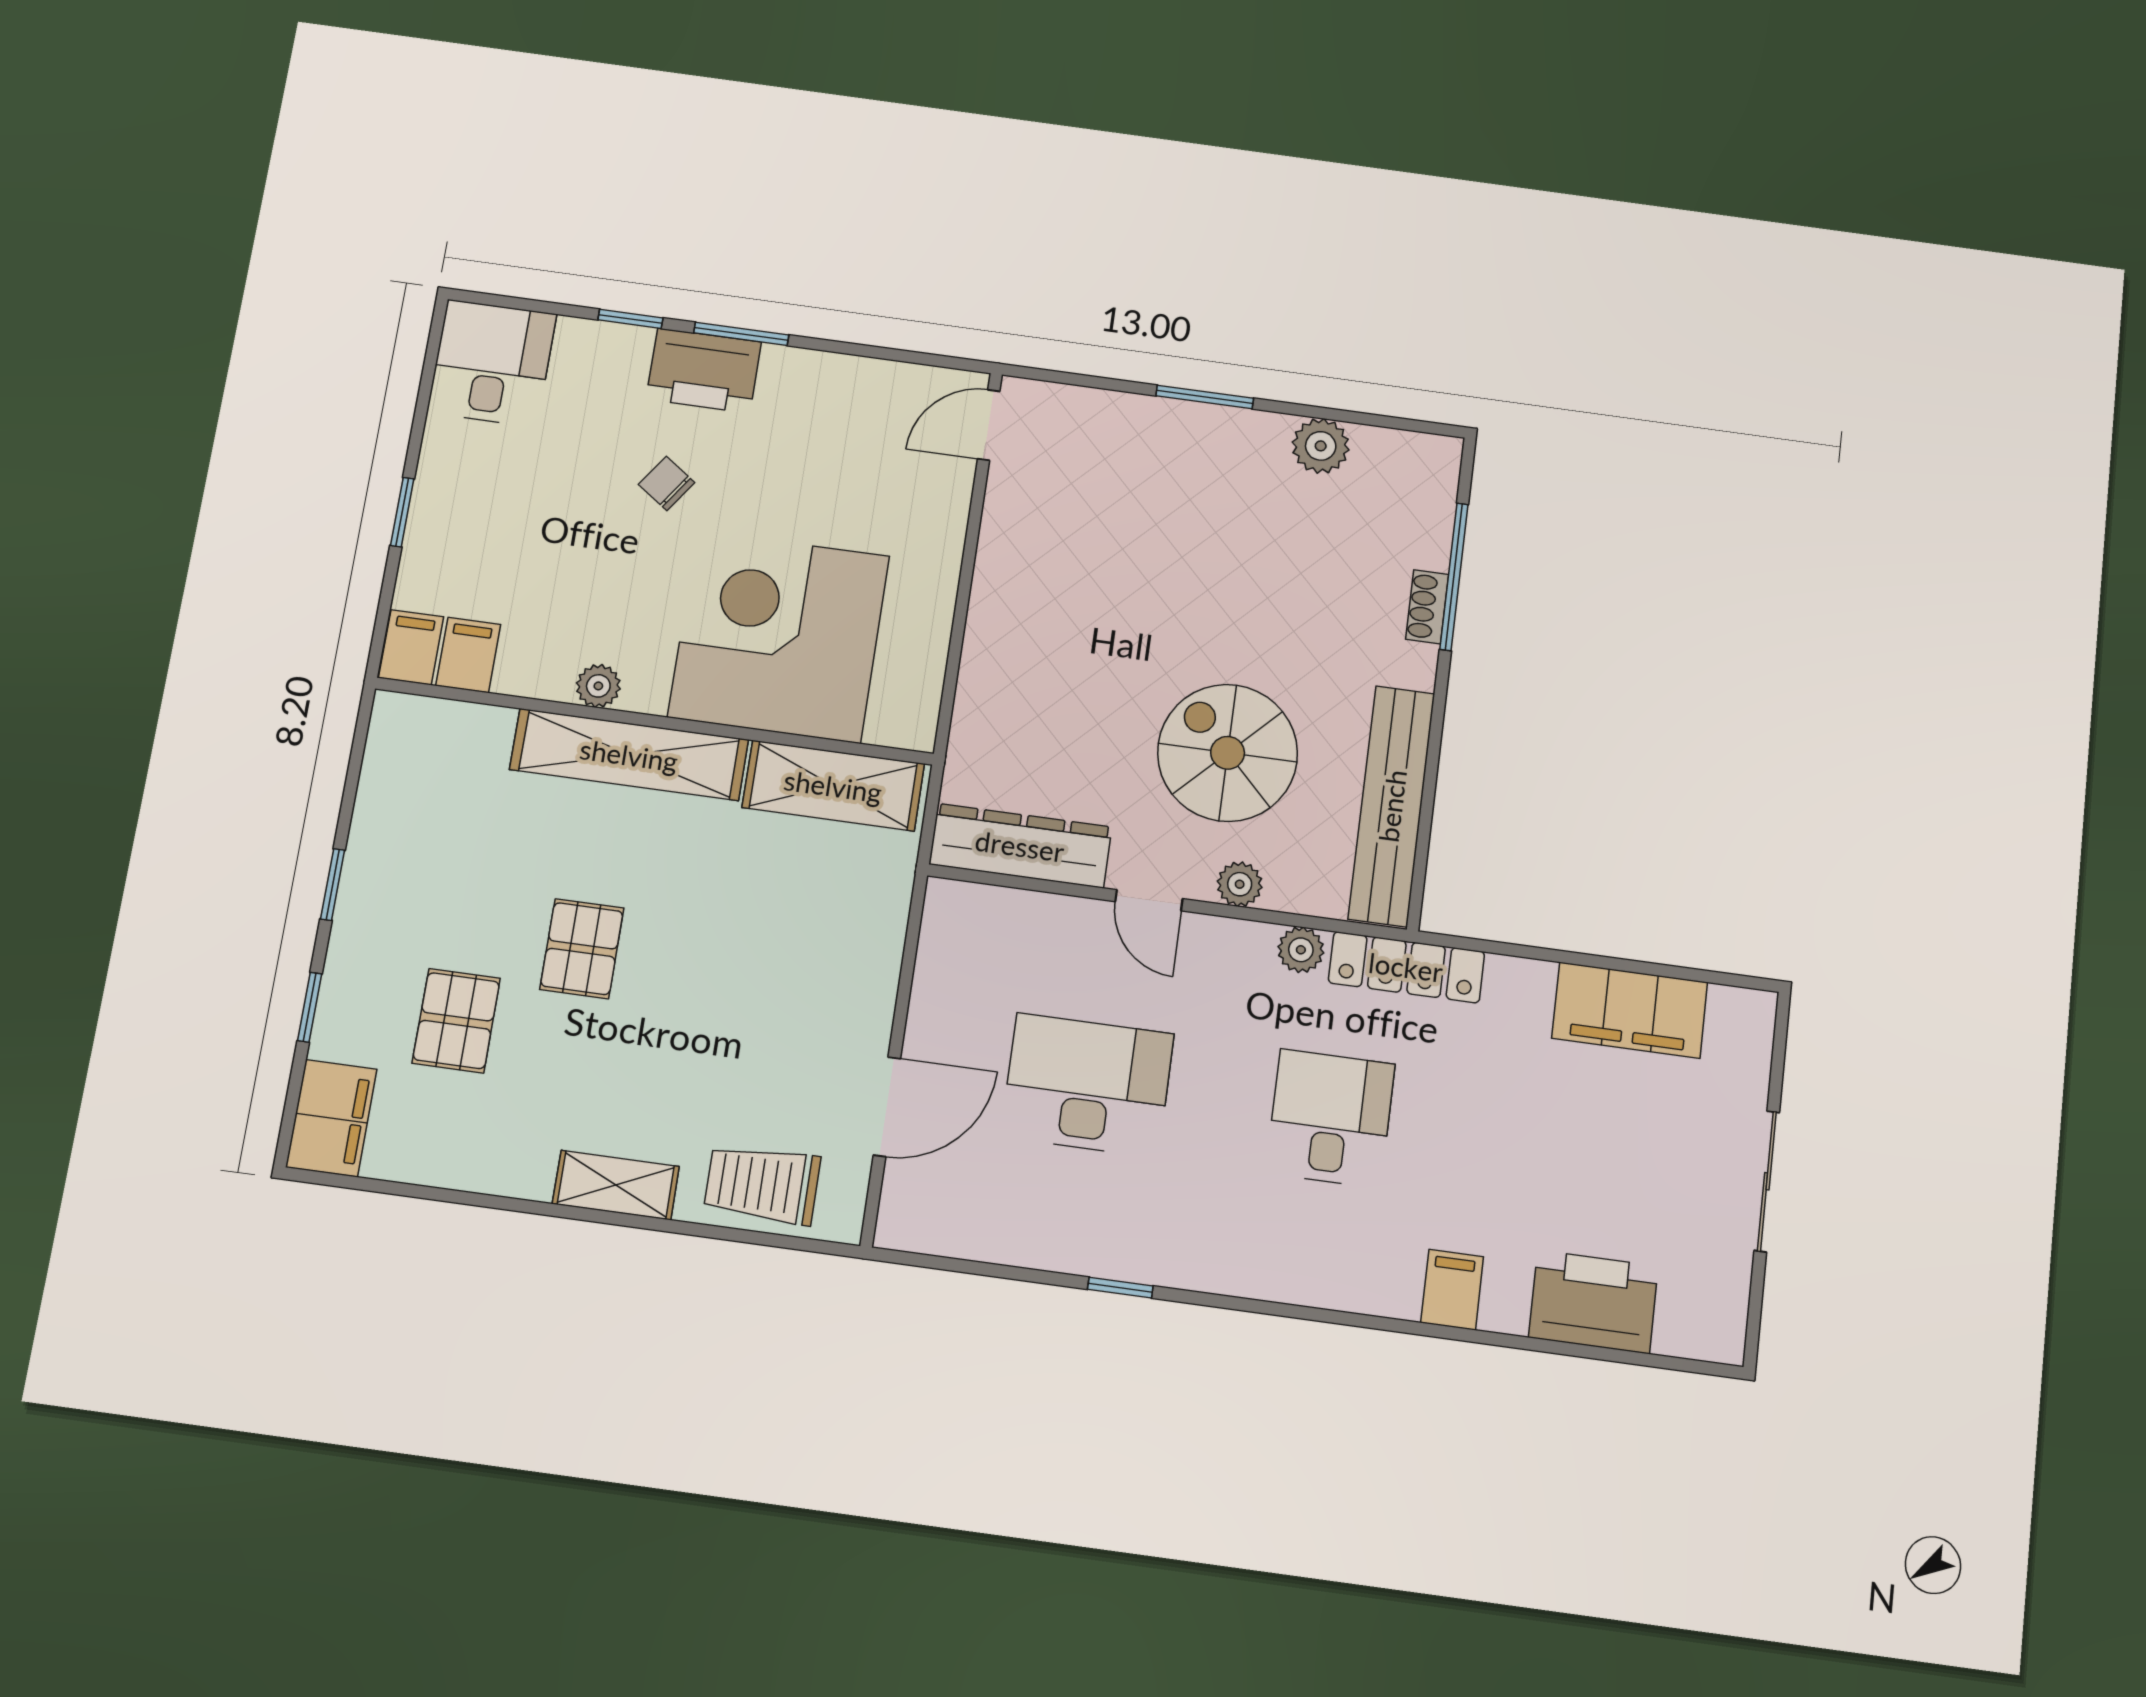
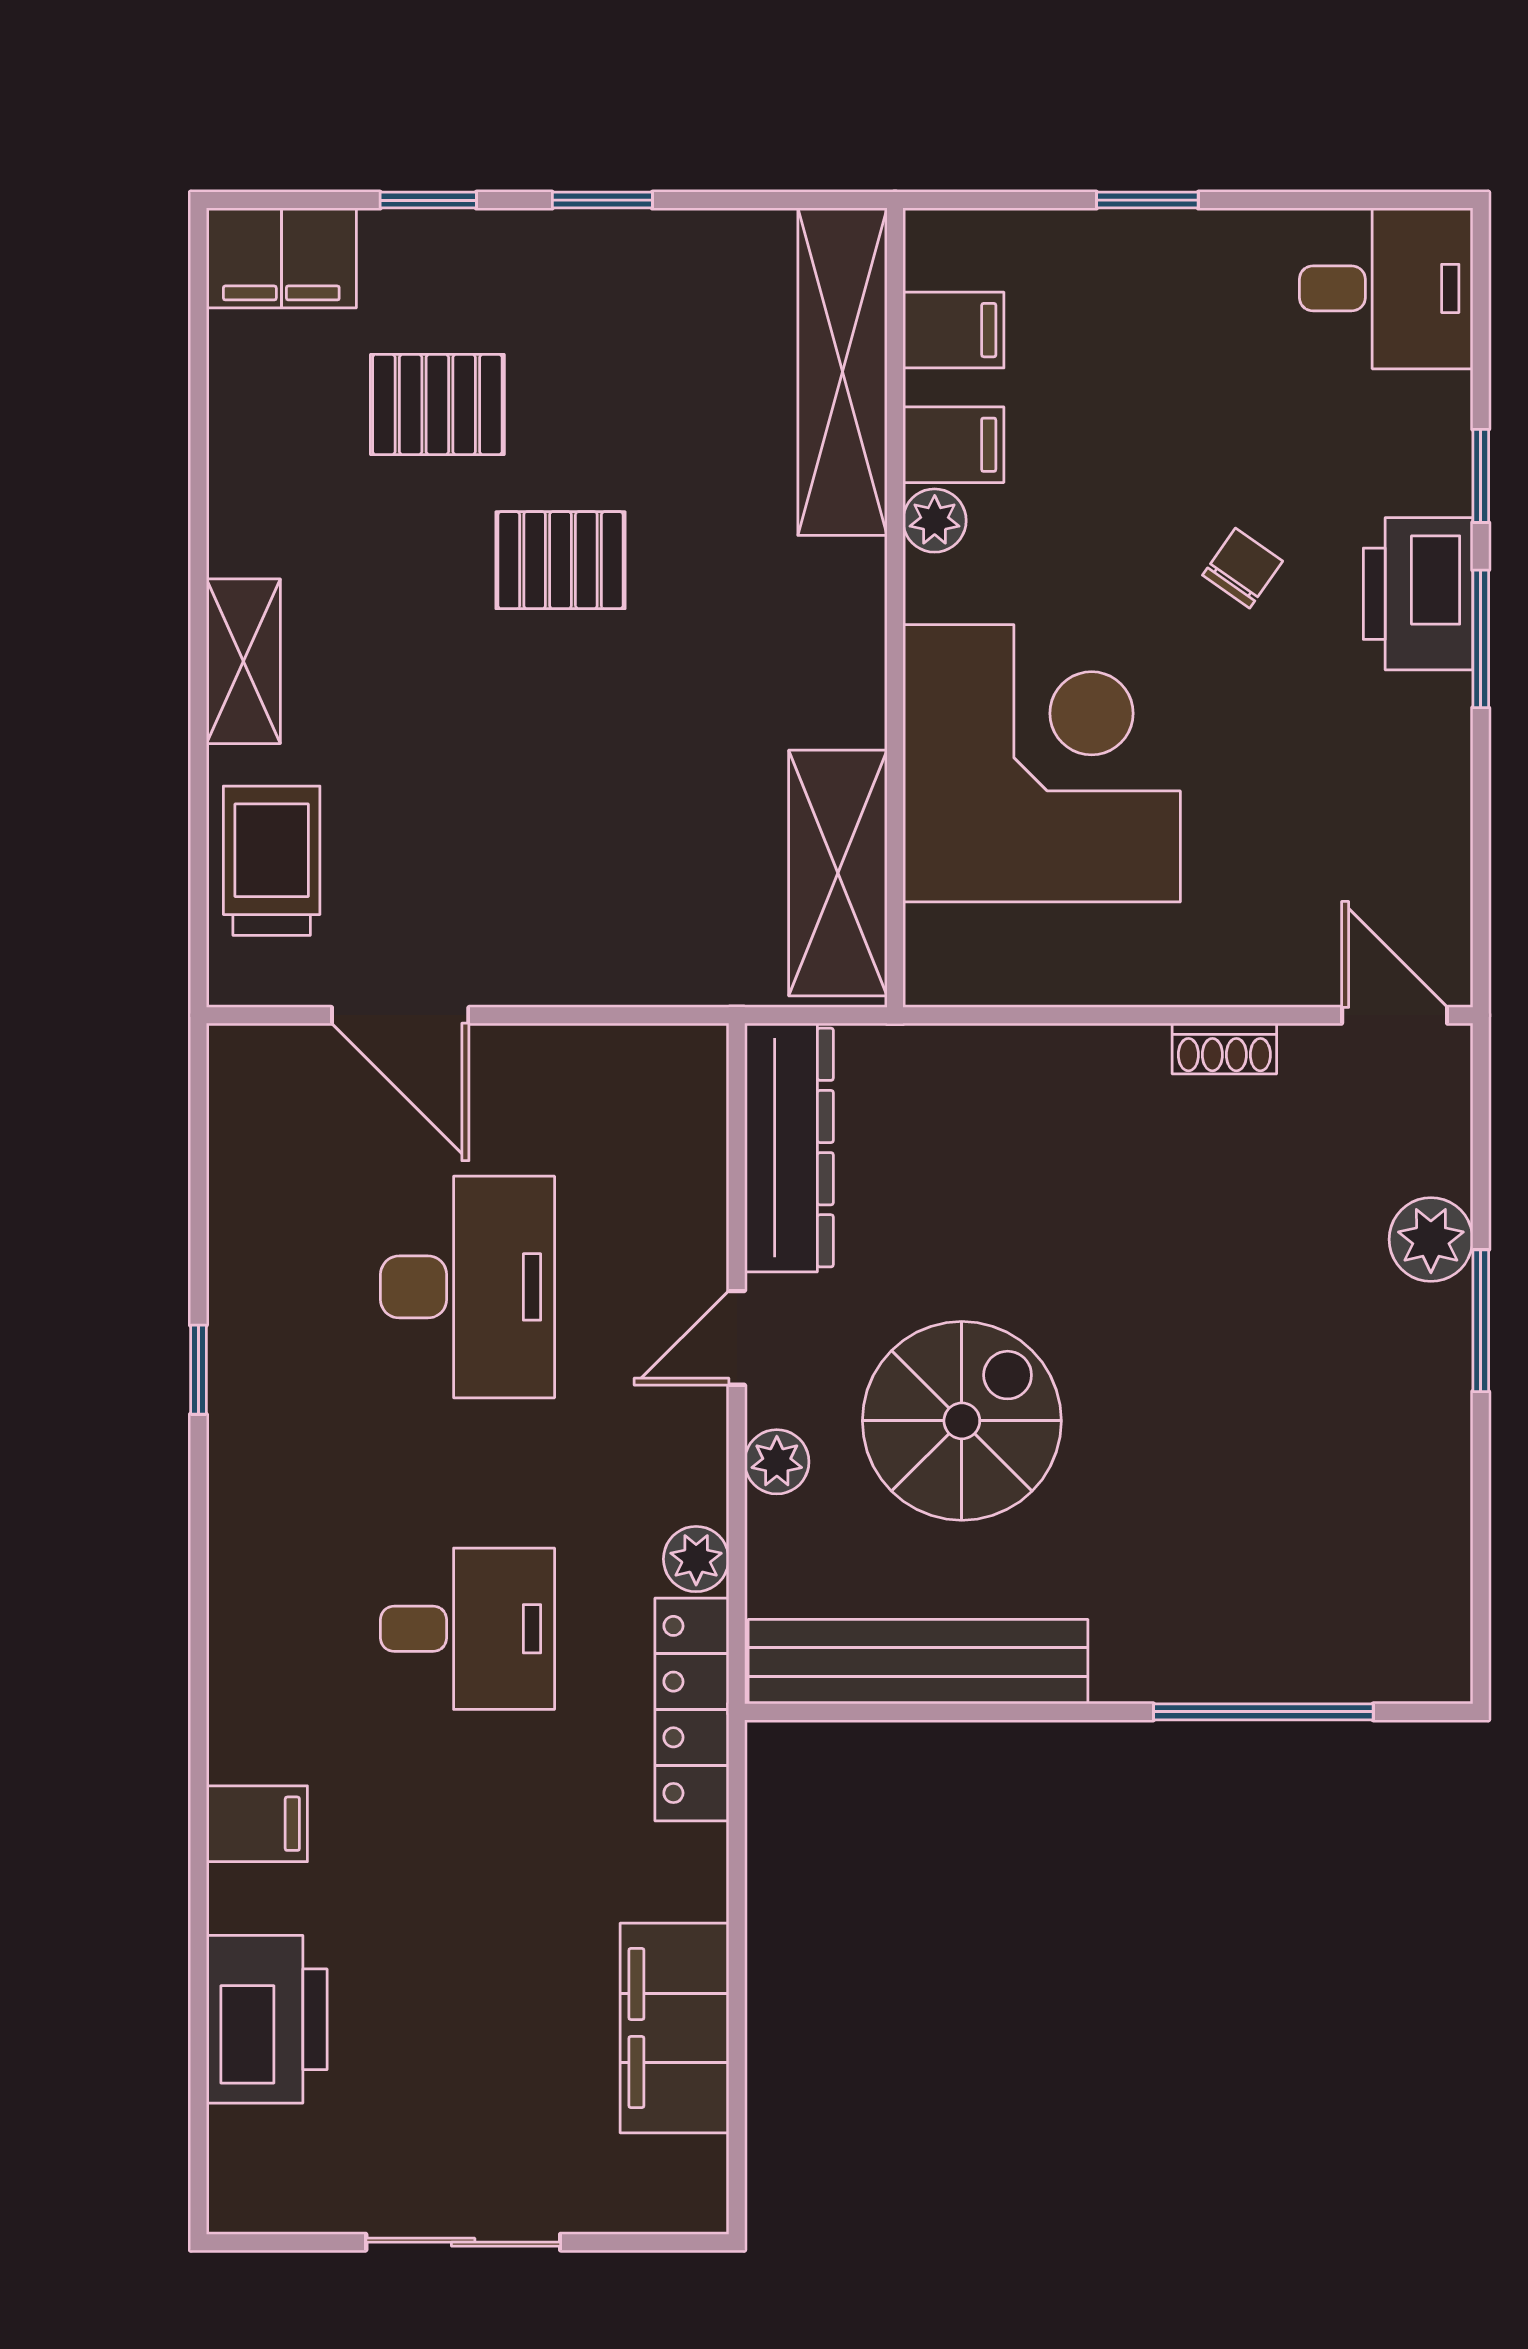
plant: (1321, 446) -> (1431, 1239), moved
shoe rack: (1427, 607) -> (1224, 1049), moved, turned 180
filing cabinet: (411, 647) -> (953, 445), moved
shelving: (629, 755) -> (842, 372), moved

